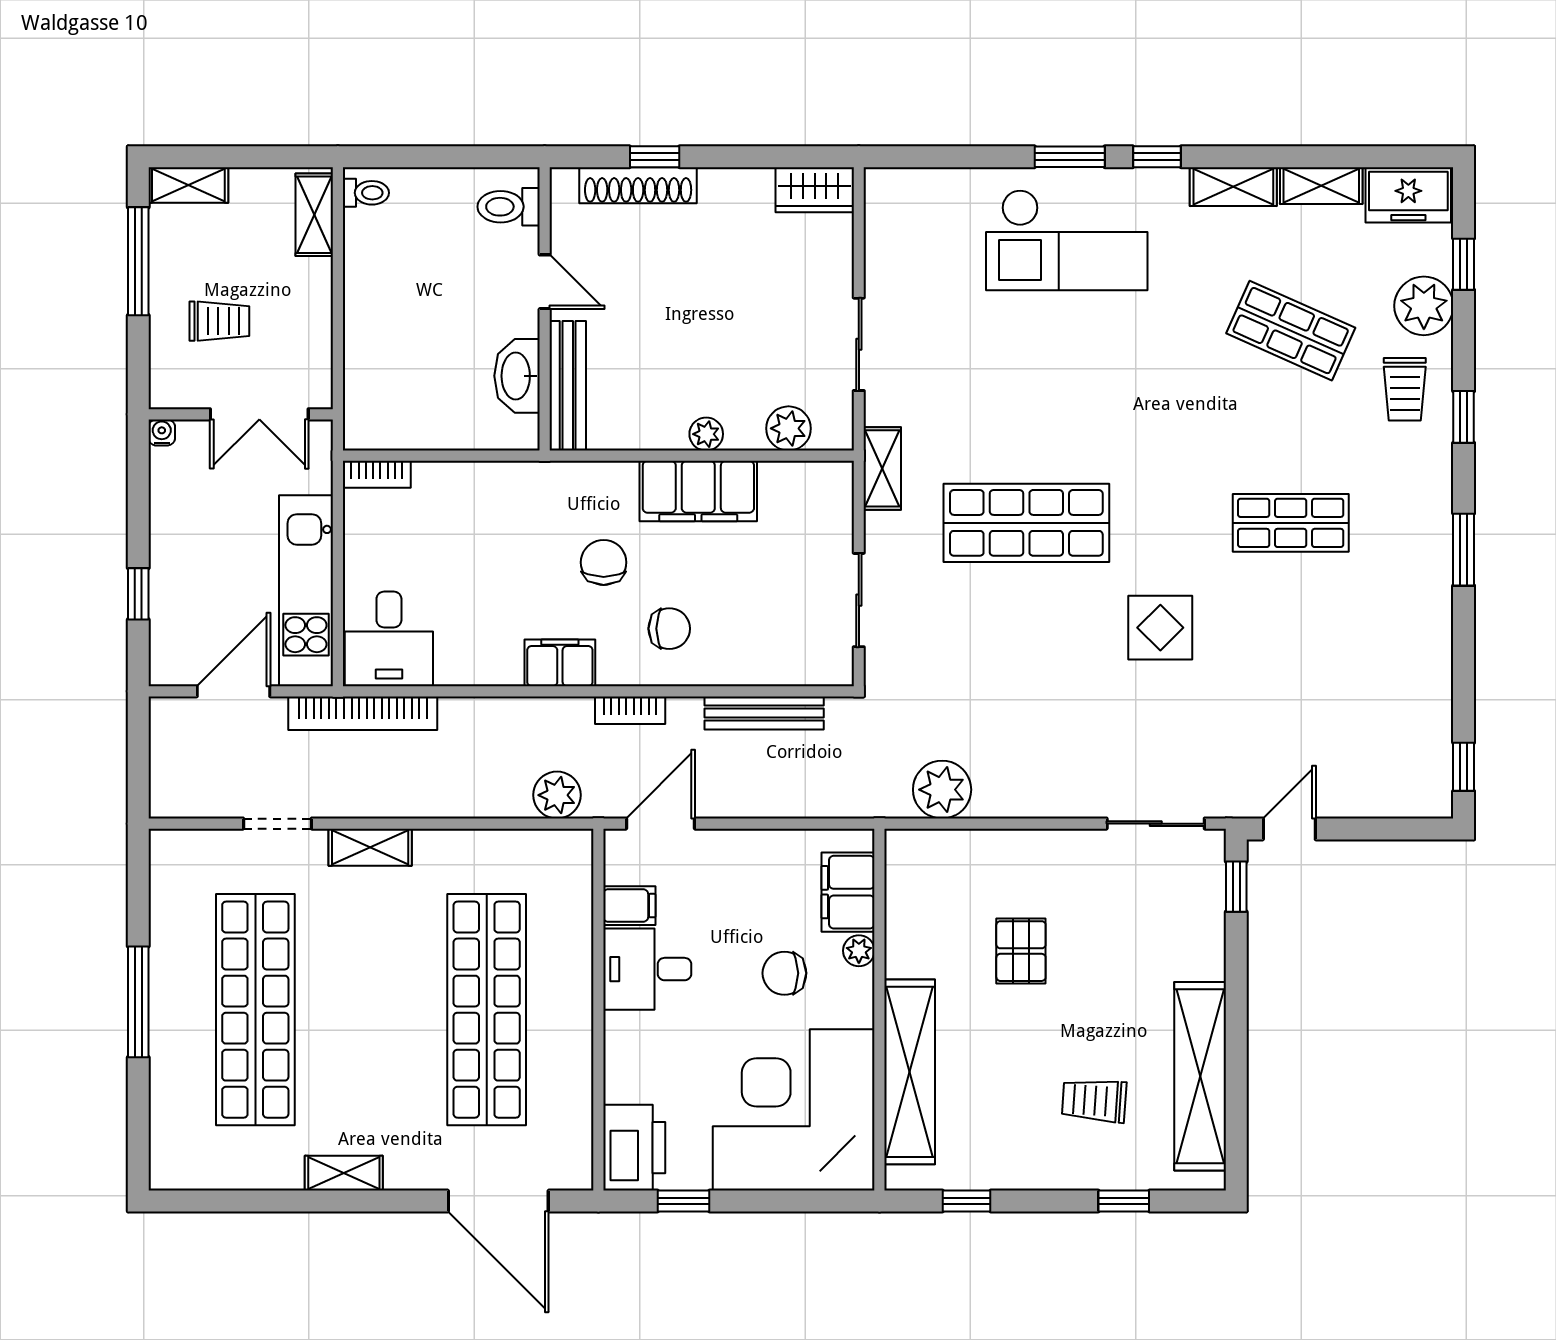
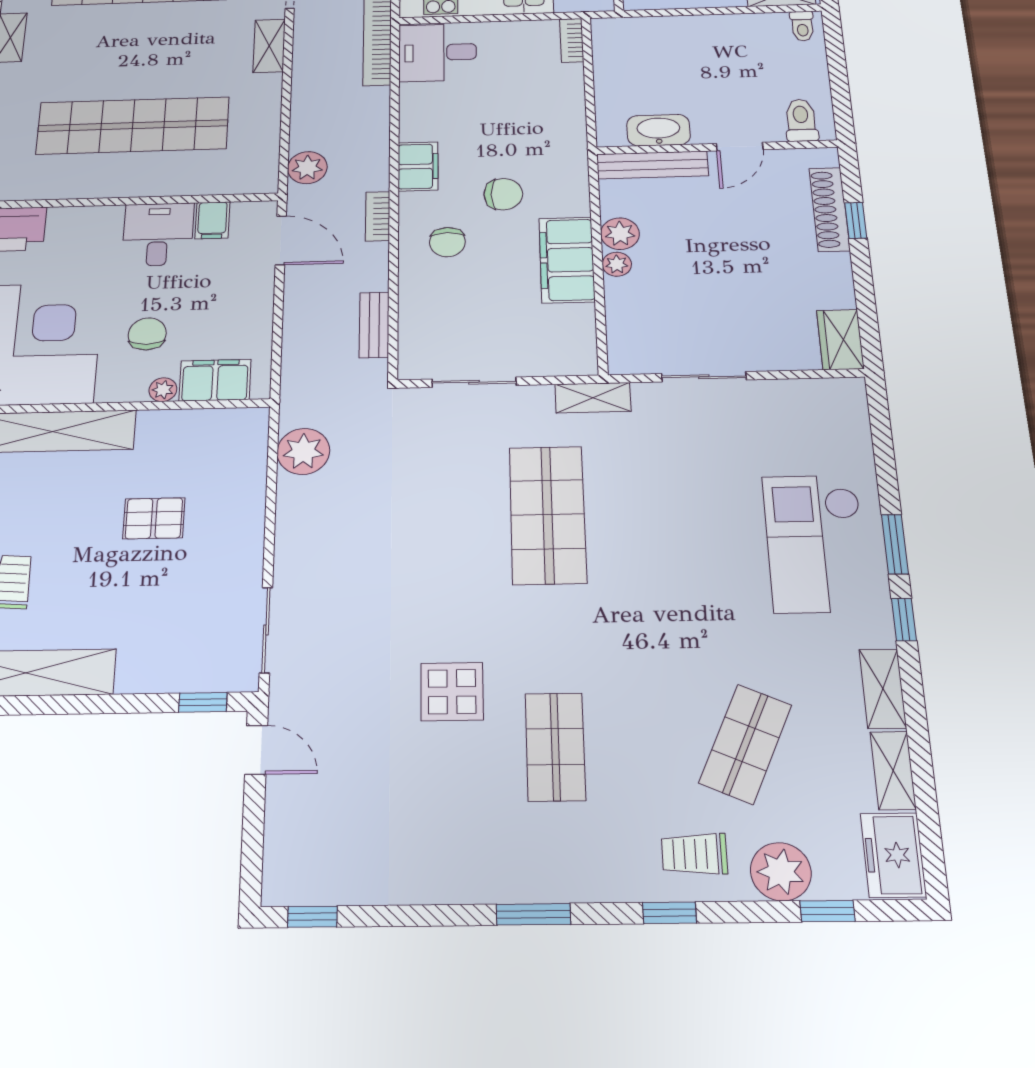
plant: (789, 428) -> (620, 234), moved
display table: (1160, 628) -> (452, 692), moved
bench: (764, 713) -> (374, 325), width x0.73

